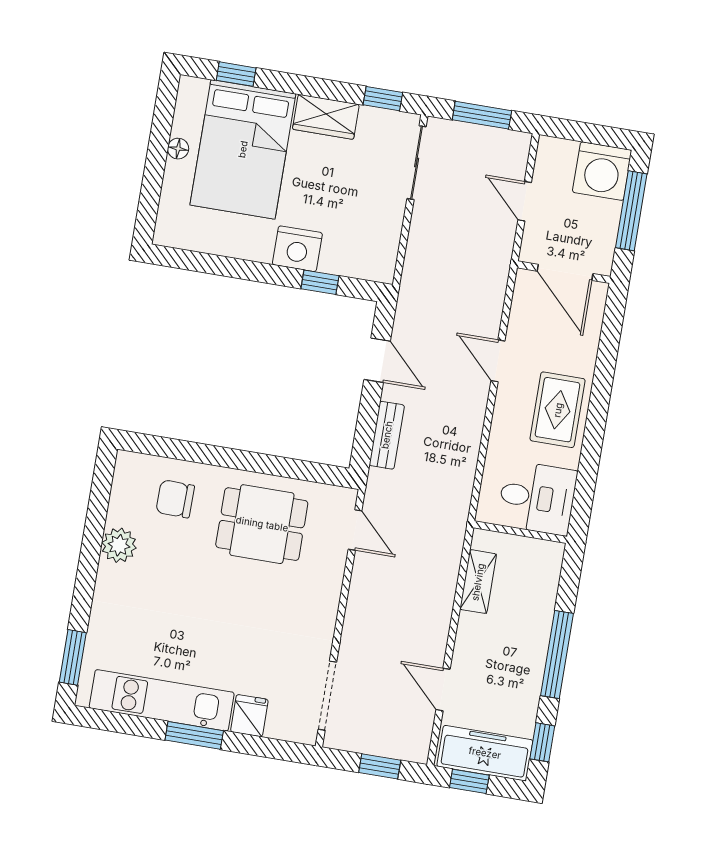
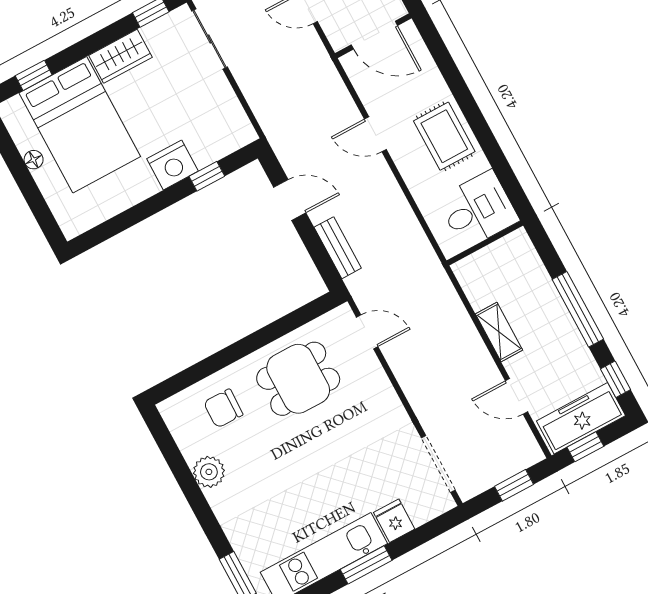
shelving: (478, 582) -> (499, 332), moved

